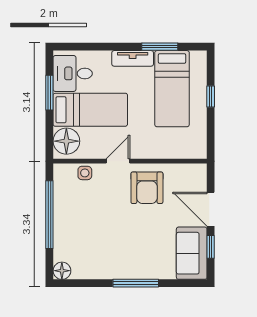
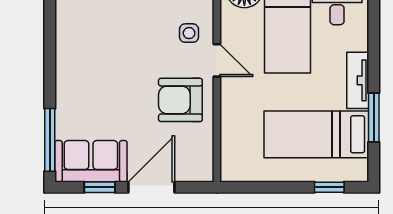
window: (211, 97) -> (329, 187), moved
side table: (85, 173) -> (189, 33), moved
window: (136, 283) -> (50, 140), moved

